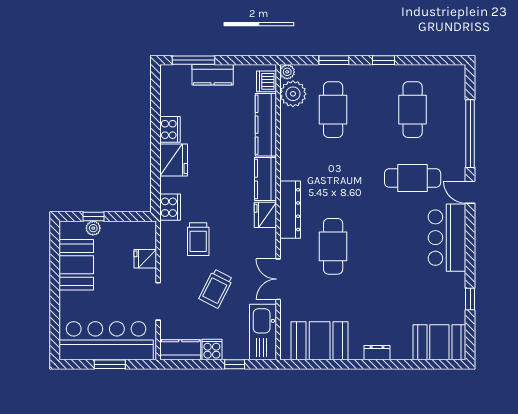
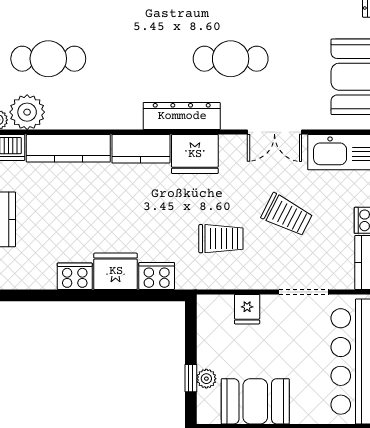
cooker: (170, 207) -> (157, 276), moved
fridge: (265, 215) -> (195, 154), width x1.36, depth x1.34

